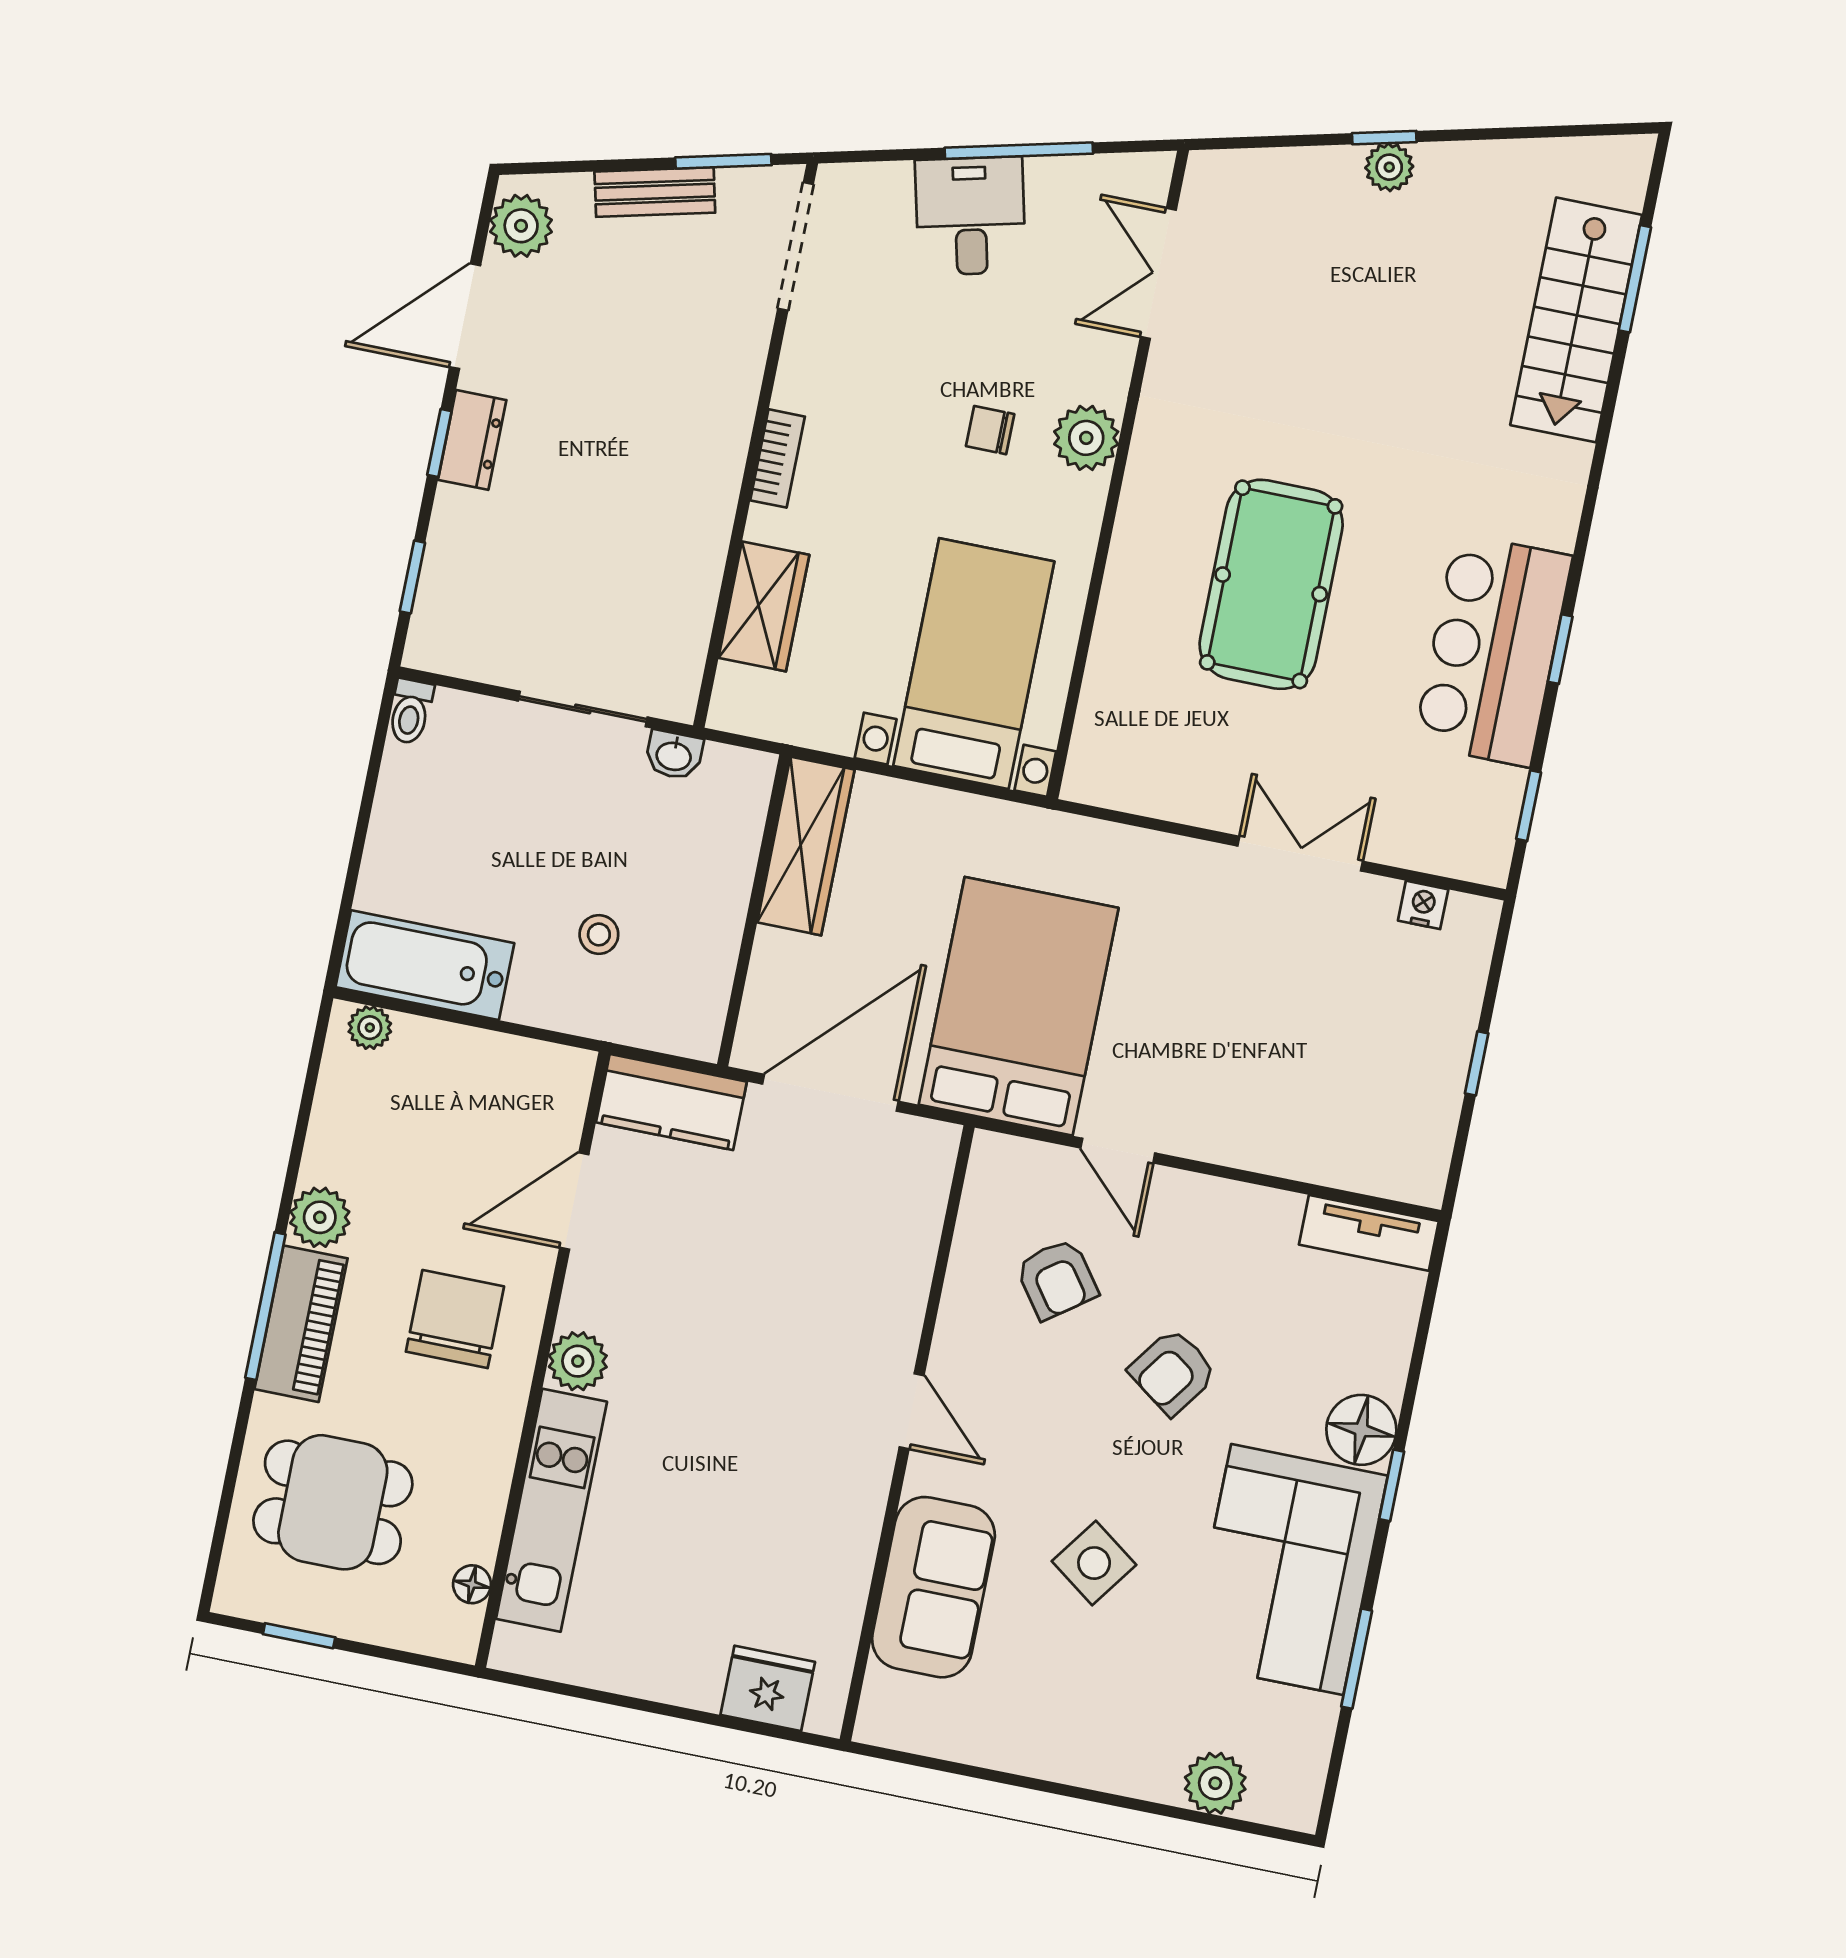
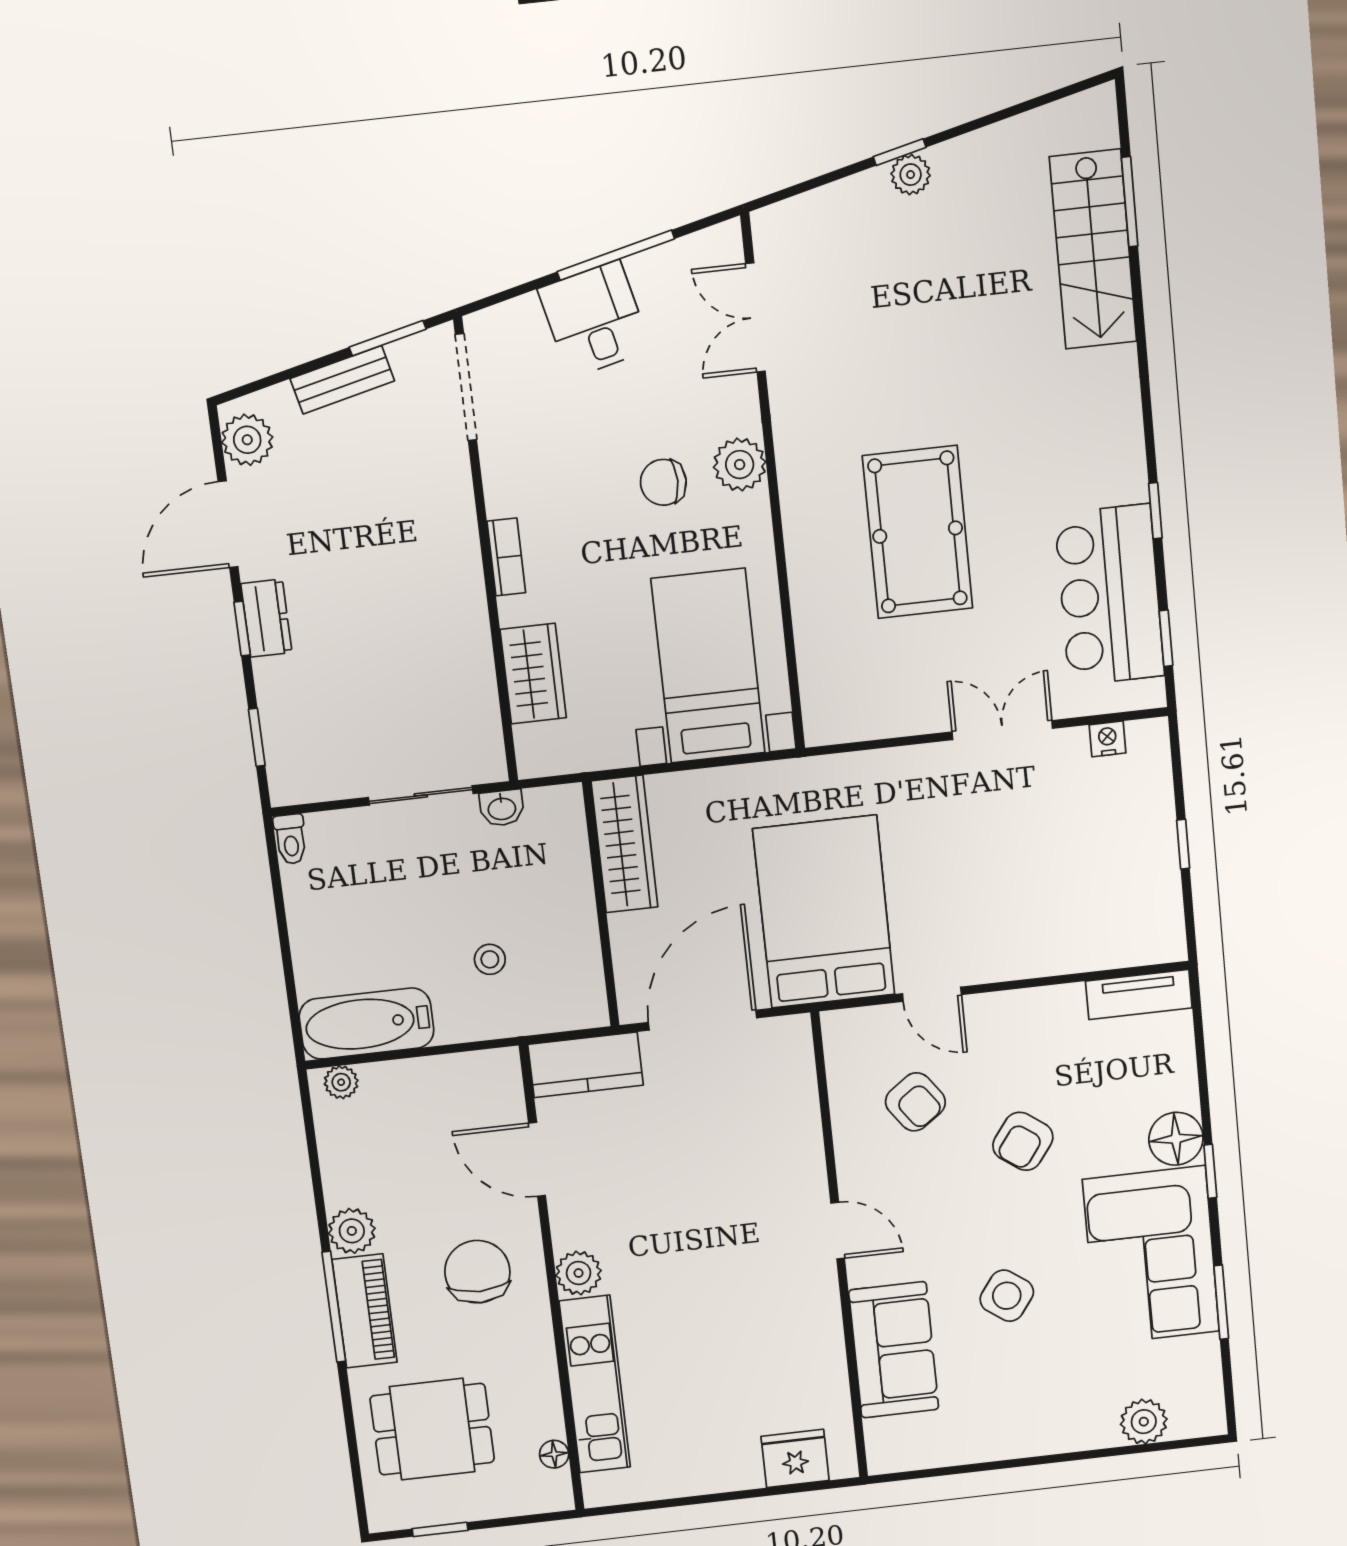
chair: (990, 430) -> (663, 482), width x1.37, depth x1.37
bar counter: (1493, 650) -> (1110, 595), moved
door: (574, 1201) -> (537, 1159), hinge flipped

